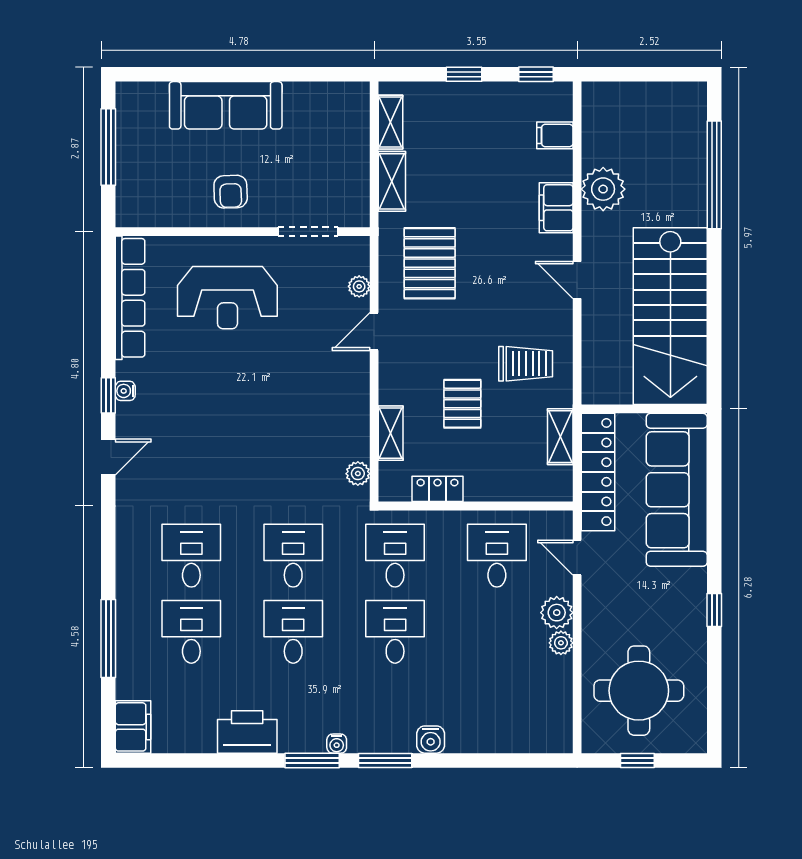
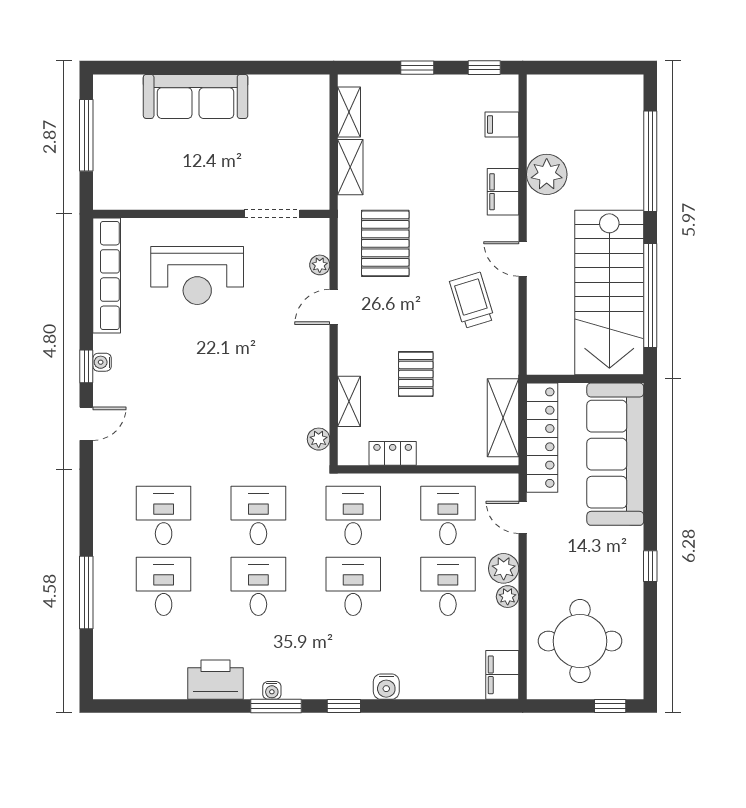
armchair: (231, 192) -> (200, 177), removed
window: (714, 319) -> (650, 295), added
trolley: (526, 364) -> (472, 300), moved, turned -107
shelving: (560, 437) -> (503, 418), width x1.50, depth x1.33
desk: (497, 632) -> (448, 586), added
filing cabinet: (133, 727) -> (502, 675), moved, turned 180
water cooler: (337, 744) -> (272, 690), moved
window: (385, 760) -> (344, 706), width x0.67
window: (637, 760) -> (610, 706), moved

